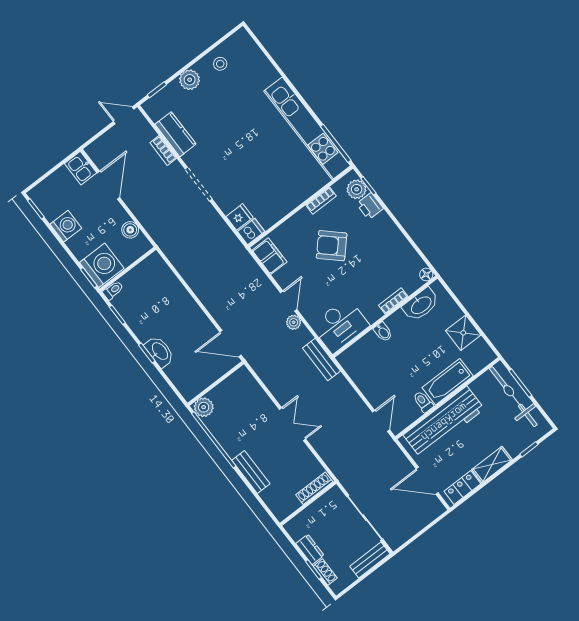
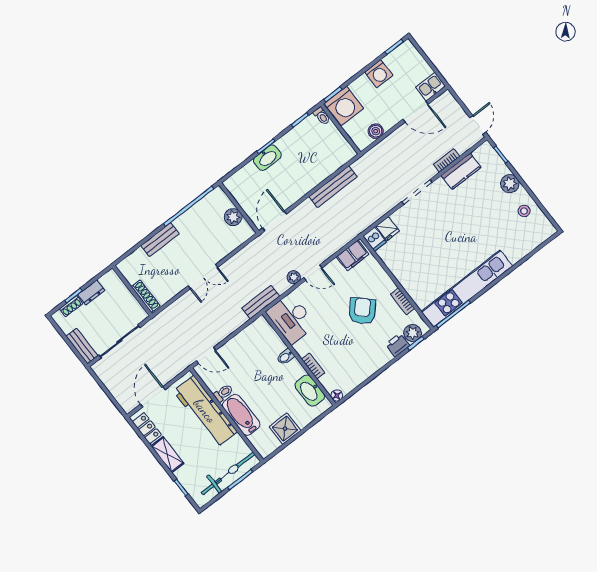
bench: (192, 278) -> (333, 187), added
plant: (204, 407) -> (233, 217), moved

